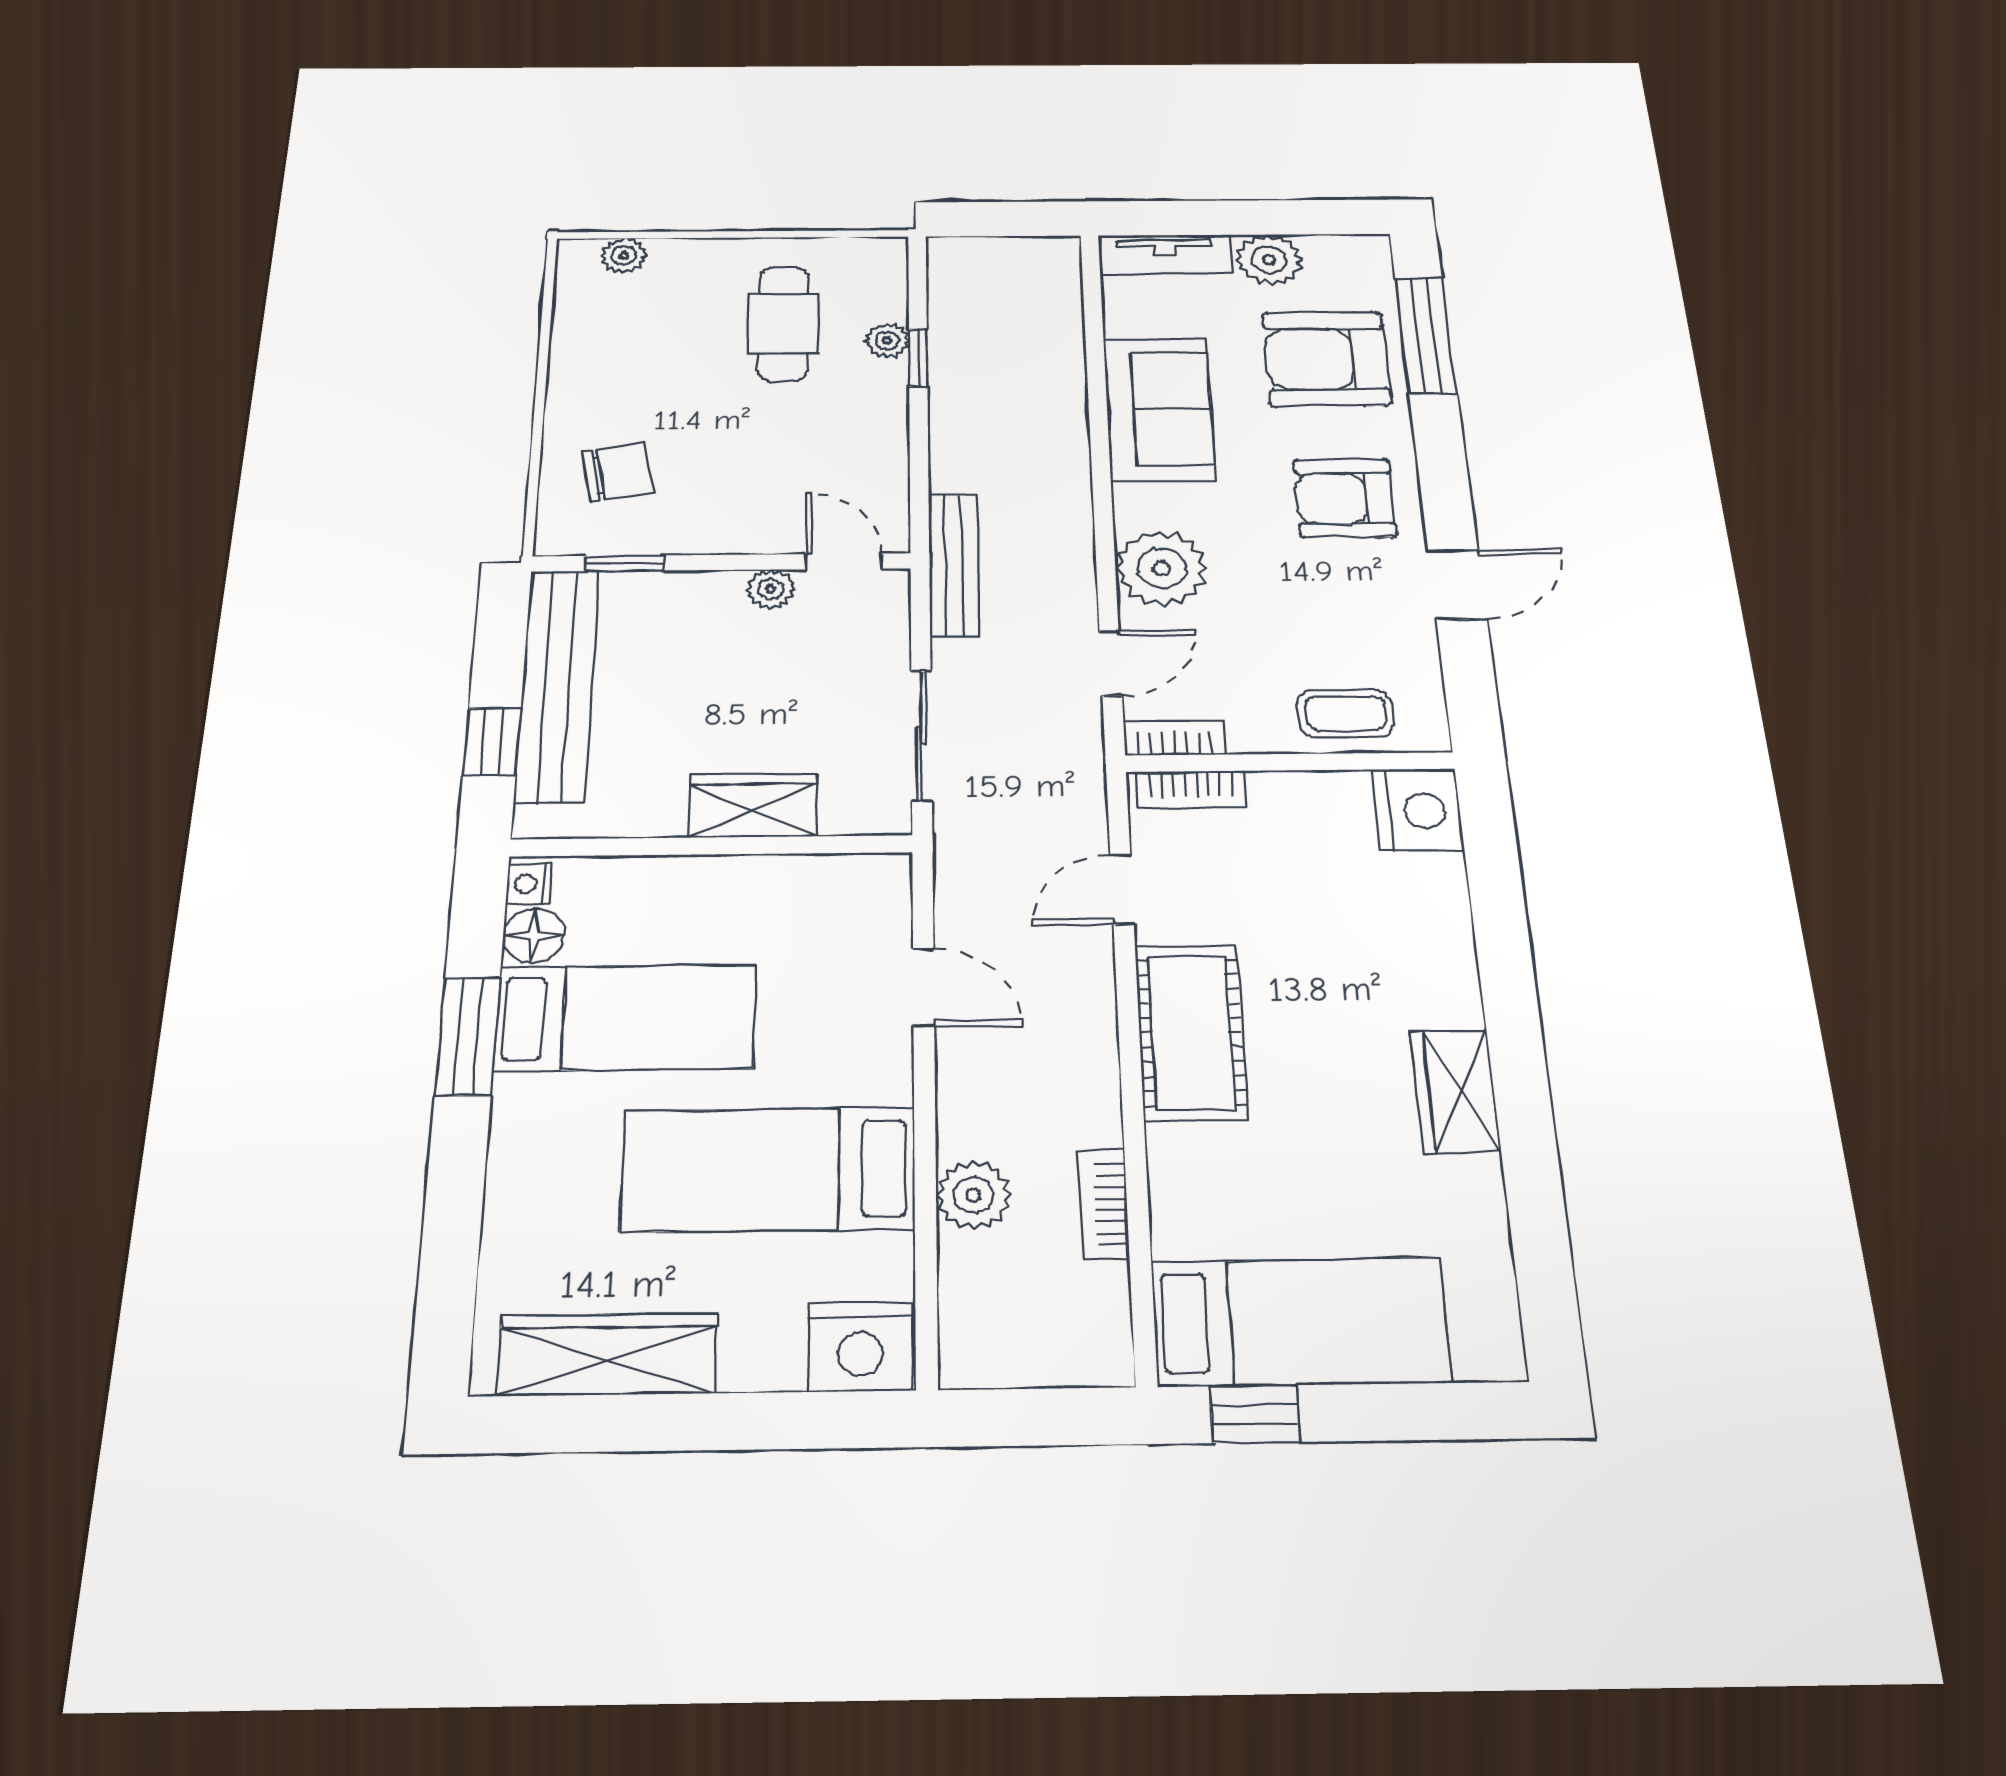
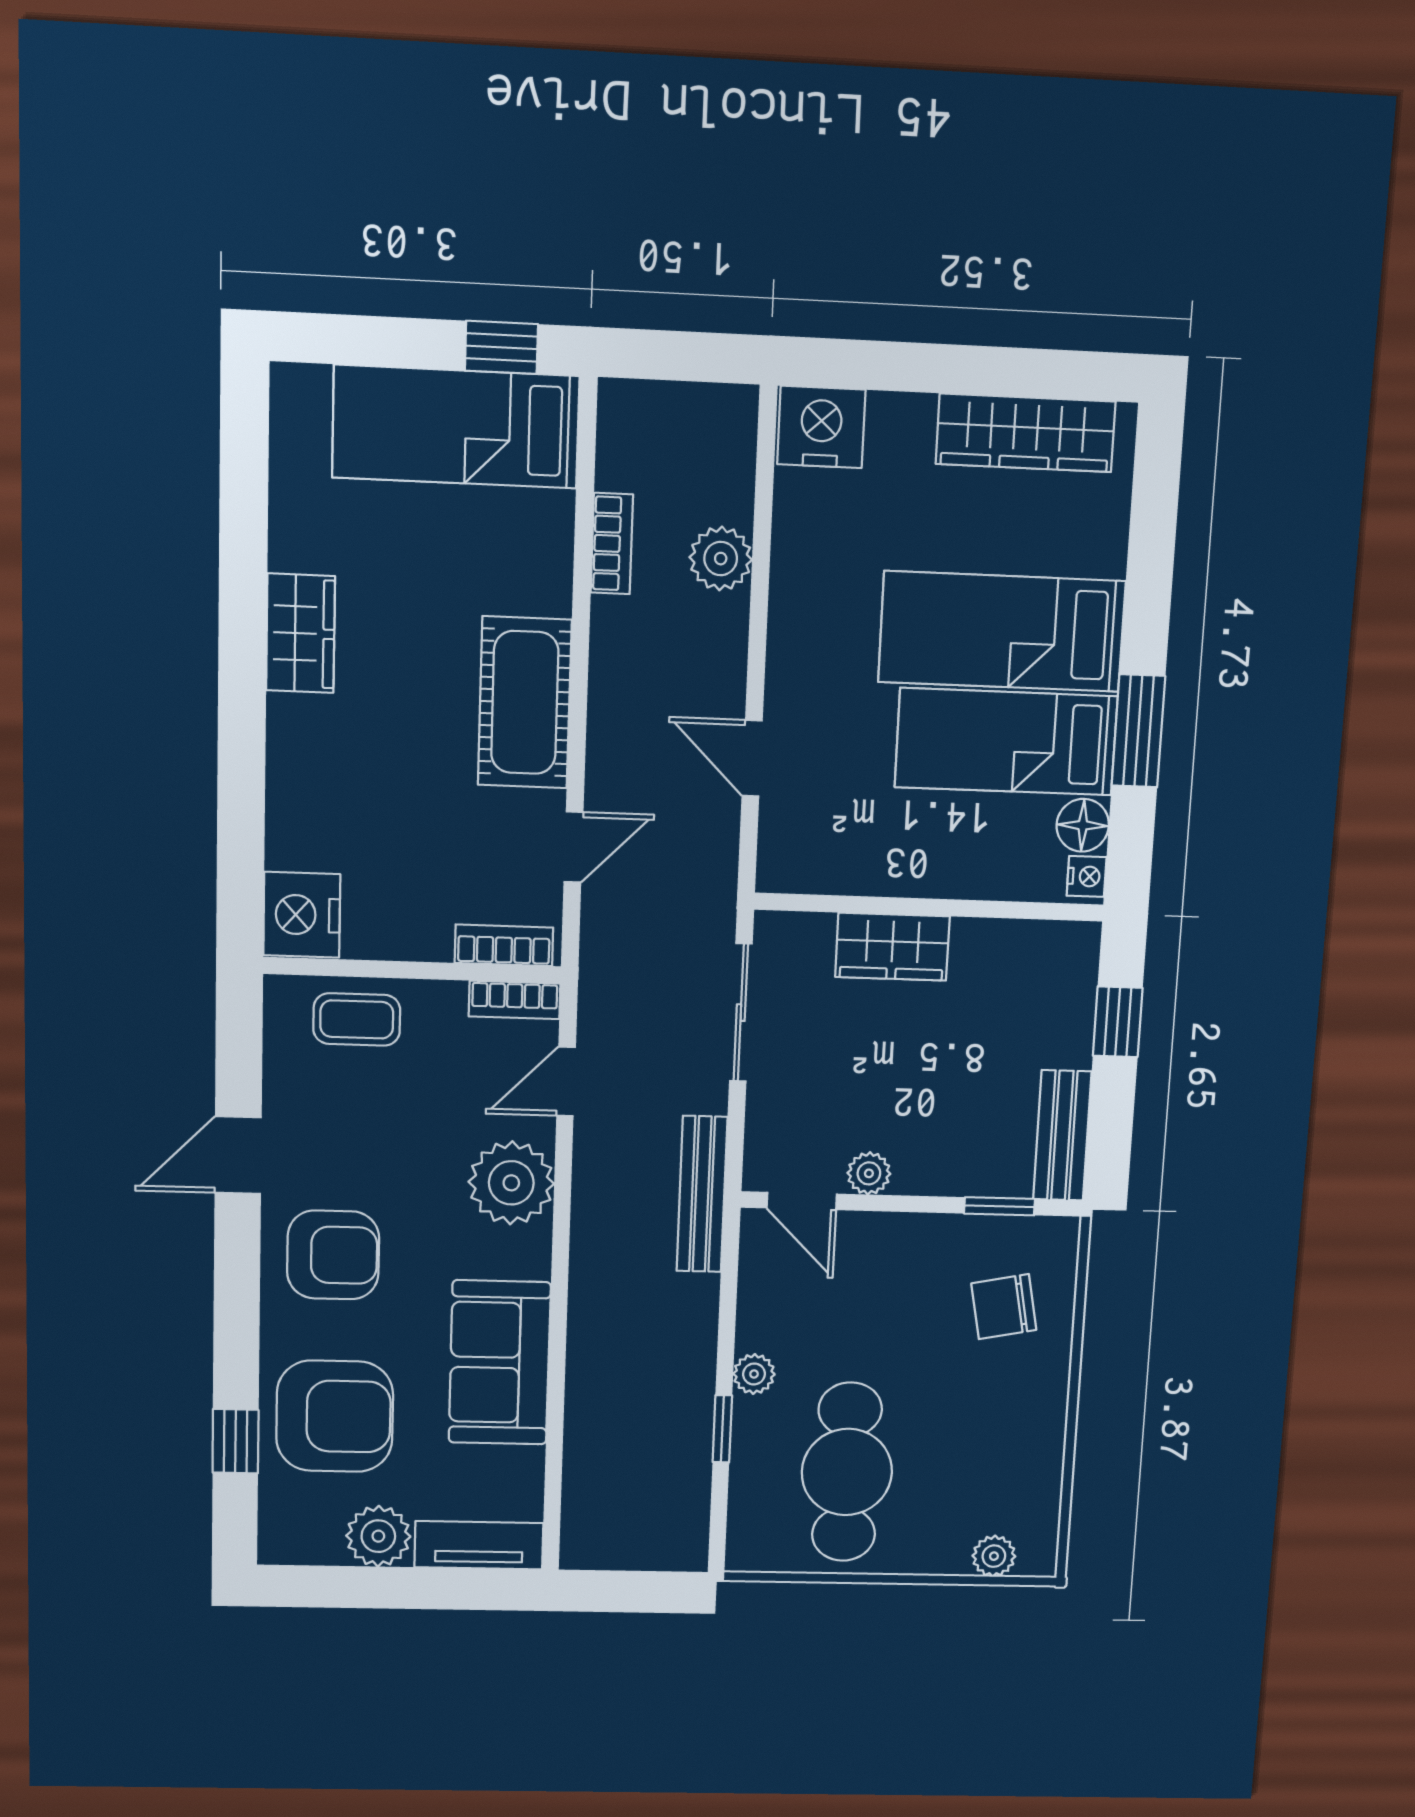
cafe table: (783, 324) -> (847, 1472), width x1.37, depth x1.35
window: (1426, 335) -> (235, 1441), width x0.46
plant: (887, 341) -> (754, 1374), moved
bench: (557, 684) -> (1062, 1135), width x0.54, depth x0.82
bed: (769, 1170) -> (1002, 632), moved, turned 180

